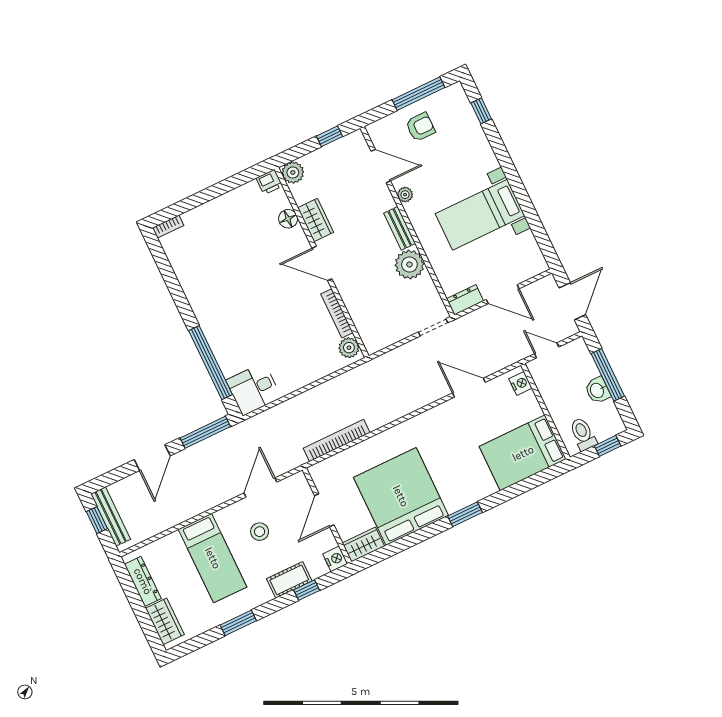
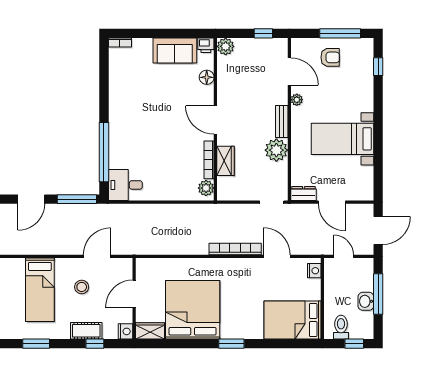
sofa: (236, 205) -> (175, 50), added
wardrobe: (316, 220) -> (226, 161), moved
bookcase: (337, 440) -> (235, 249), moved

